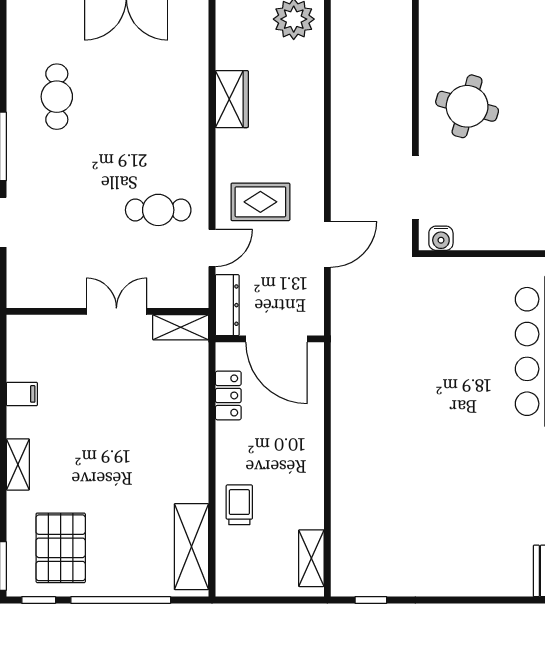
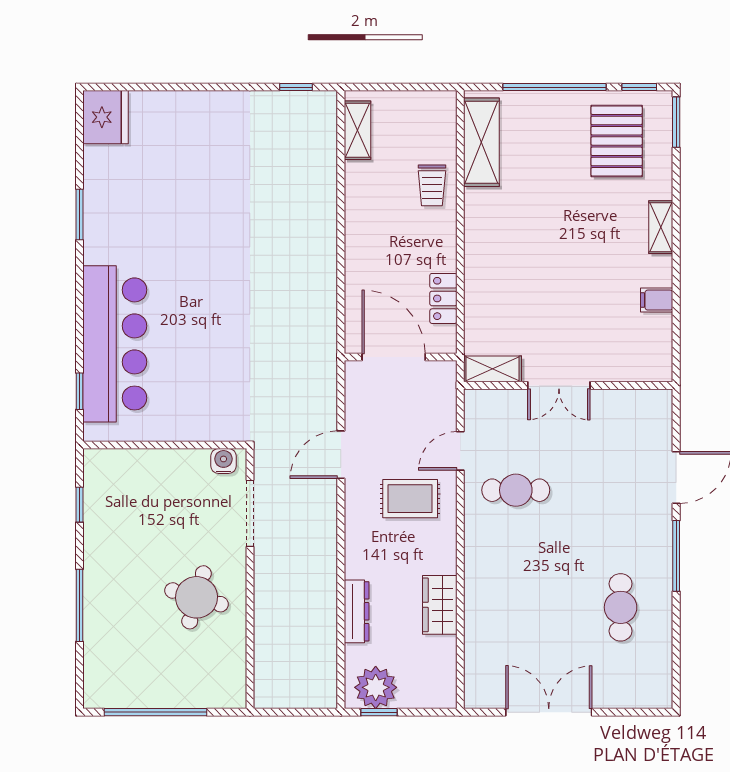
dresser: (227, 305) -> (357, 611), moved, turned 180

